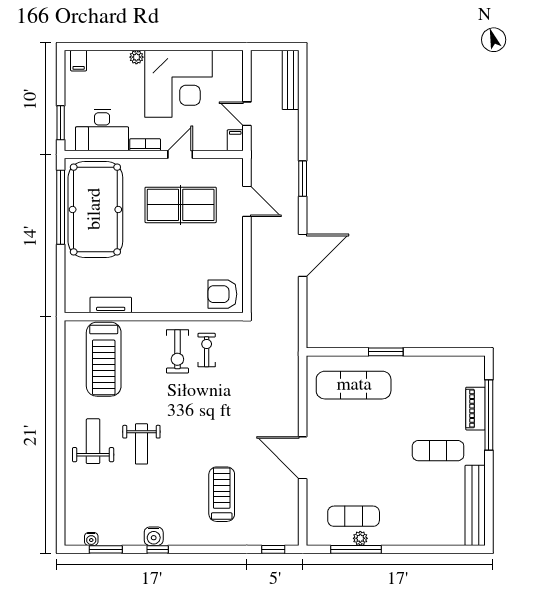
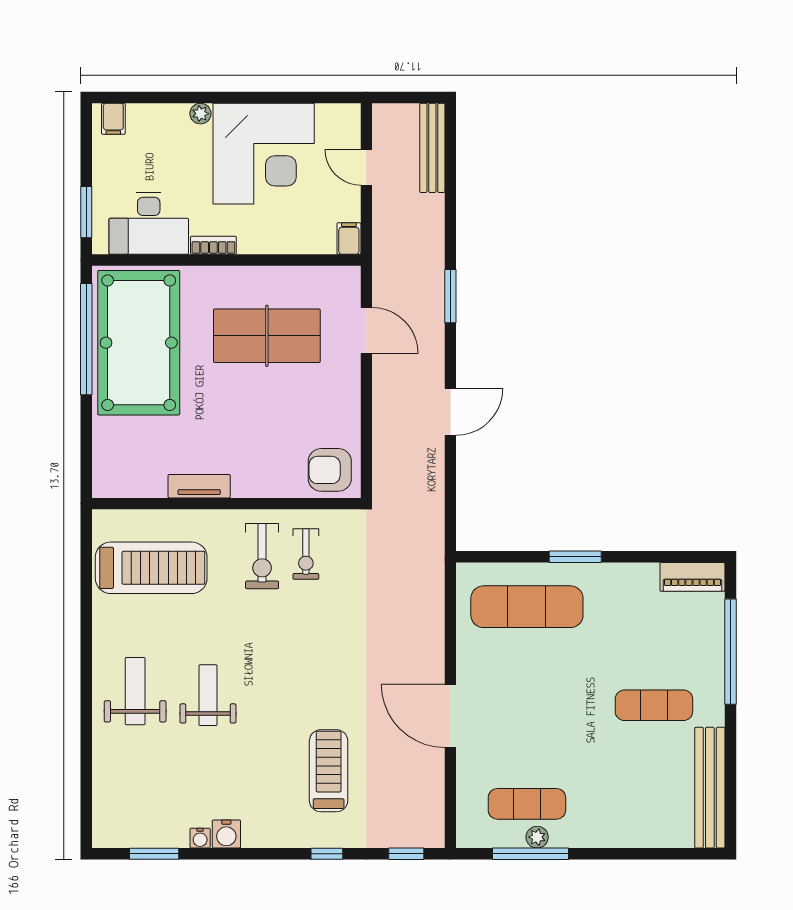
door: (247, 114) -> (366, 168), moved
door: (180, 155) -> (266, 260), removed
door: (303, 255) -> (450, 412), width x0.73
tv unit: (111, 305) -> (199, 486), moved
exercise bike: (207, 350) -> (306, 554), turned 180
treadmill: (104, 359) -> (151, 568), turned -90
piano: (476, 409) -> (692, 577), moved, turned -90
weight bench: (141, 444) -> (208, 695), turned 180
water cooler: (91, 539) -> (200, 838), moved
window: (158, 549) -> (327, 854), moved

